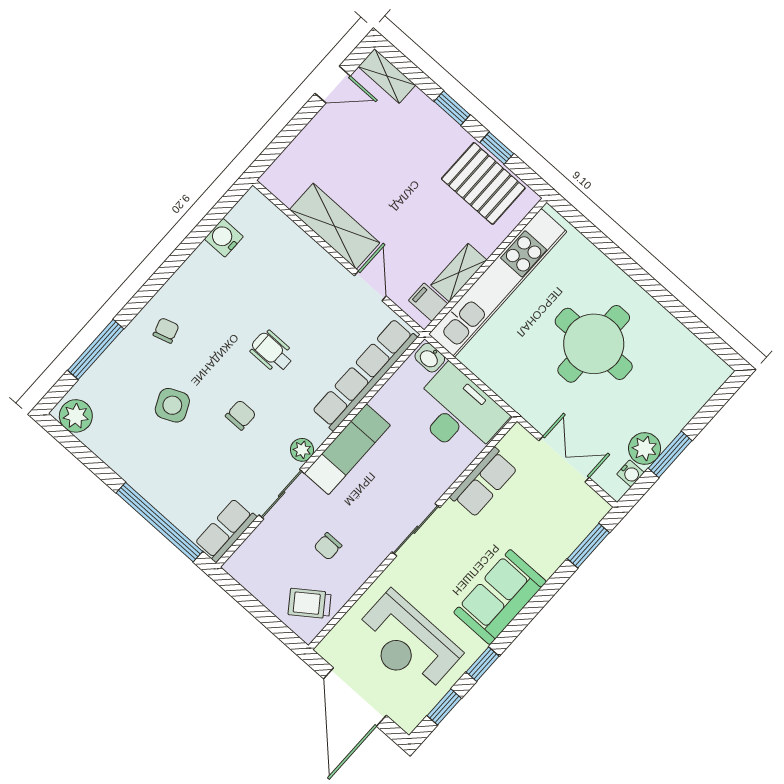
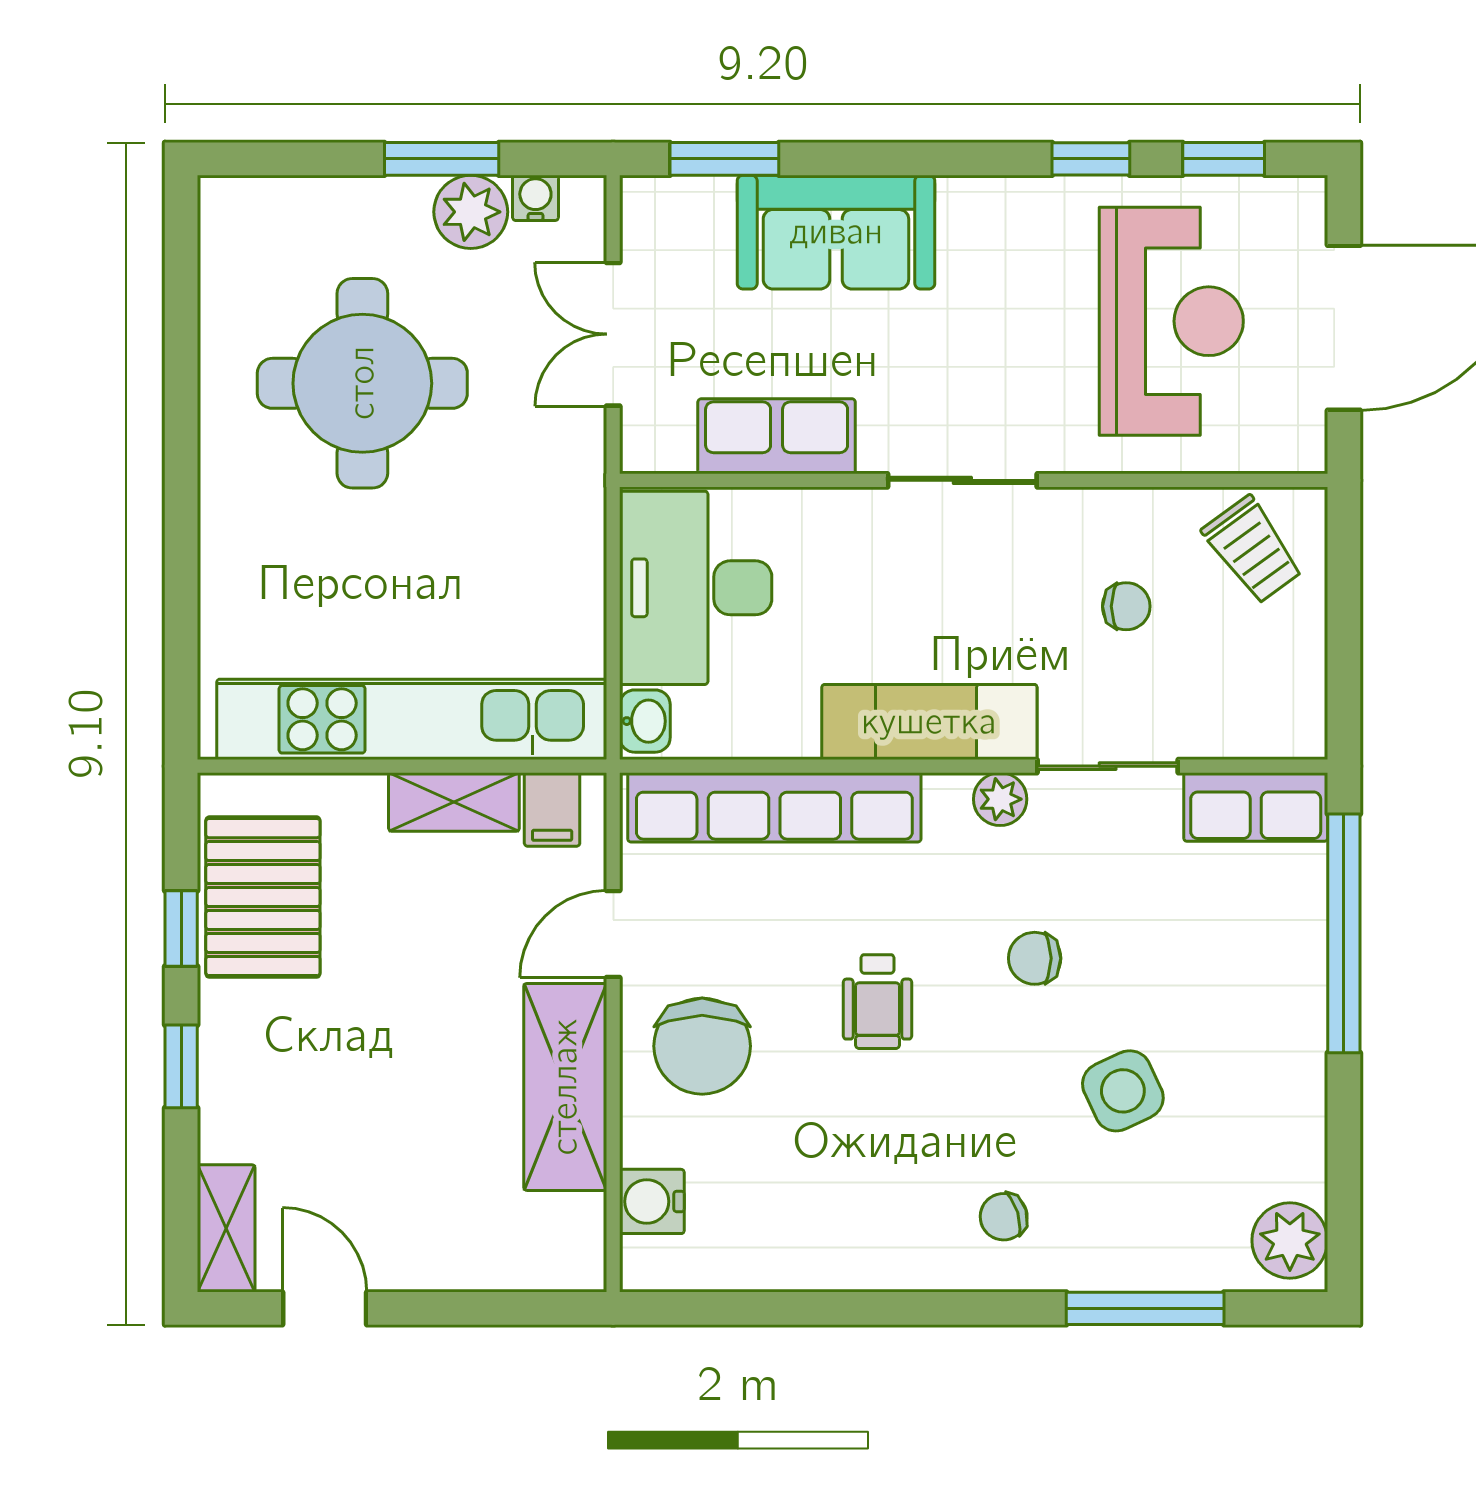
water cooler: (224, 238) -> (652, 1201), moved, turned 90
chair: (308, 282) -> (702, 1046), added
round table: (594, 344) -> (362, 383), moved
sofa: (500, 597) -> (836, 232), moved

